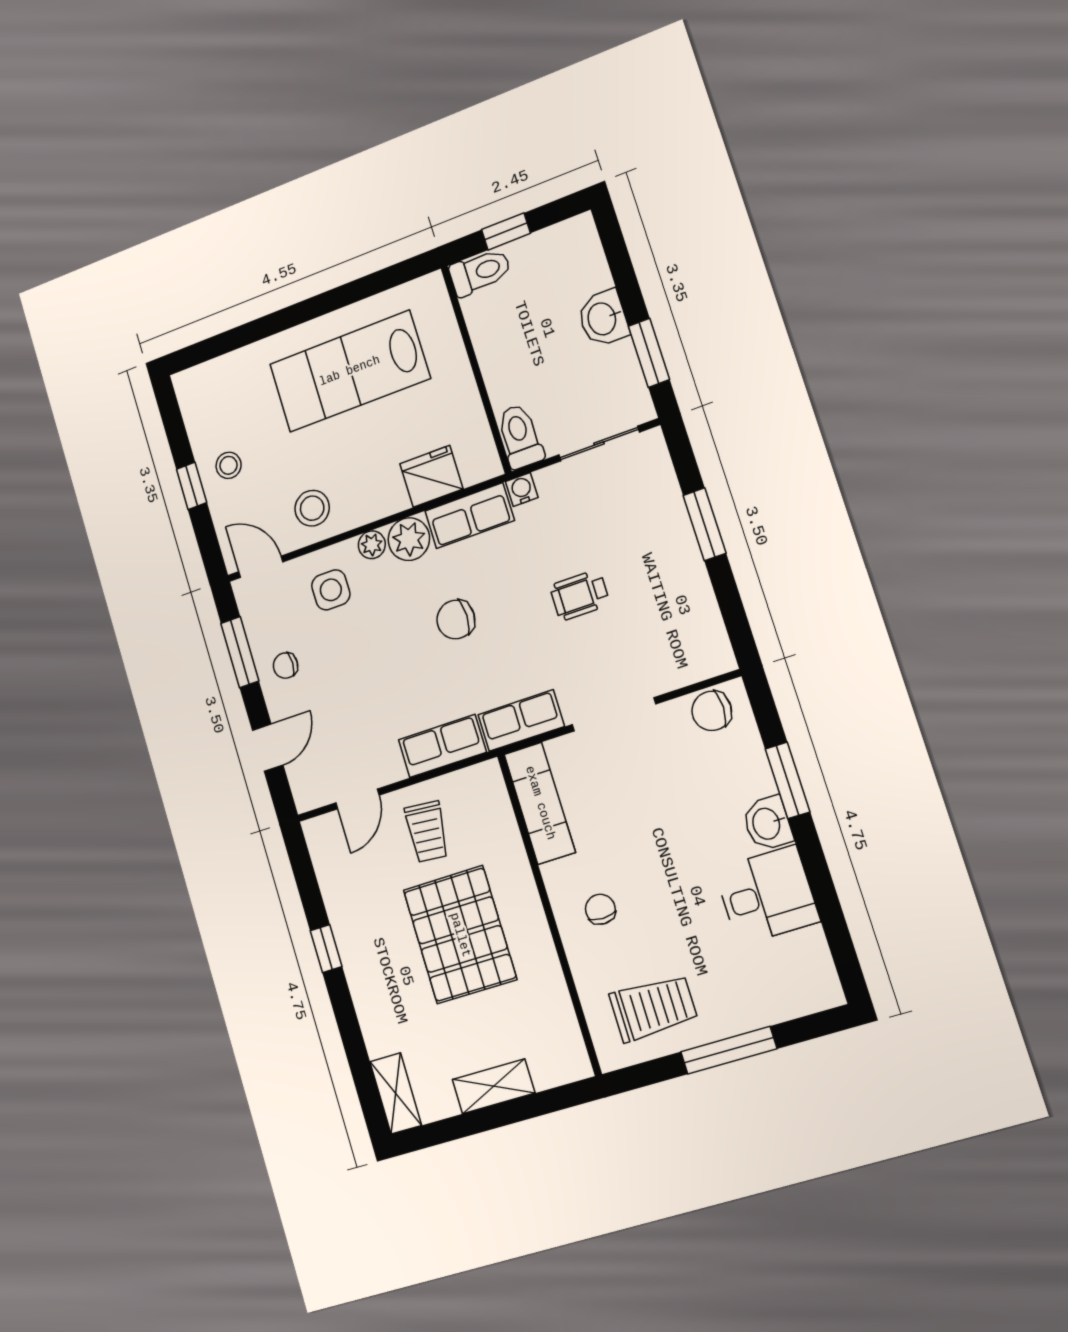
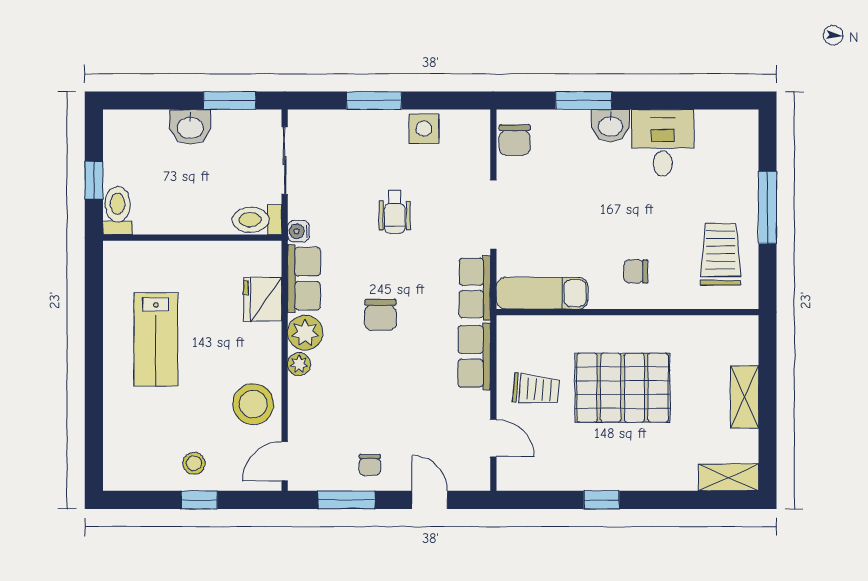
lab bench: (350, 371) -> (156, 339), width x0.73, depth x0.72
stool: (312, 508) -> (253, 404), width x1.38, depth x1.38
side table: (331, 590) -> (424, 129), moved

